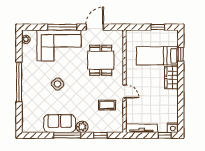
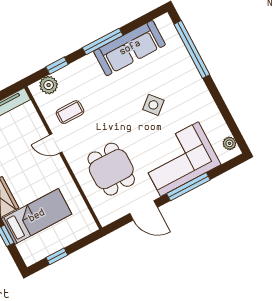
door: (95, 27) -> (144, 210), hinge flipped
window: (19, 82) -> (192, 49), moved
sofa: (60, 123) -> (130, 48), width x1.36
plant: (82, 127) -> (49, 85), moved

